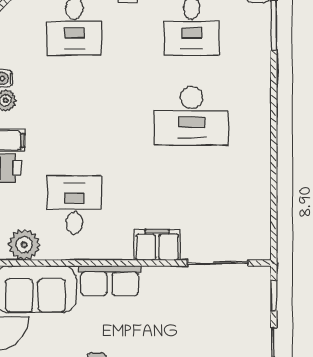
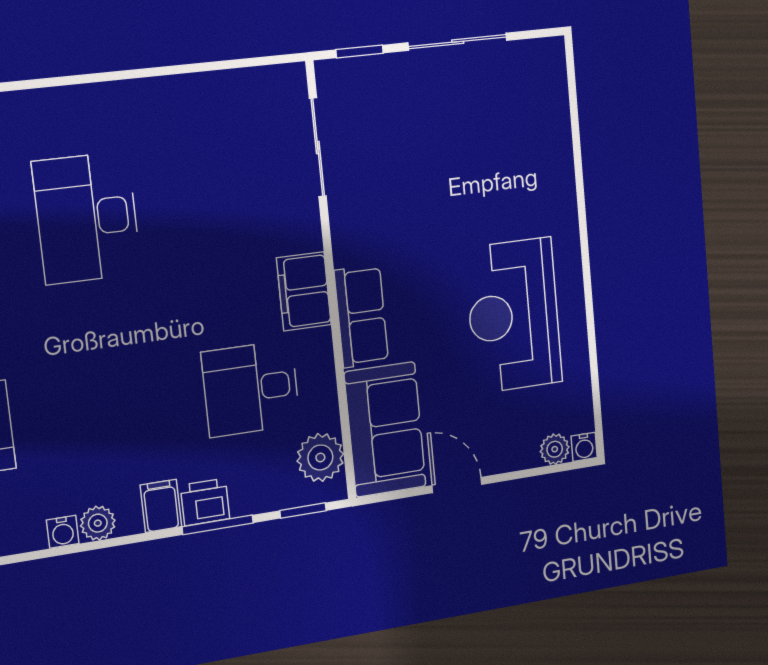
desk: (192, 115) -> (87, 218), turned 180
filing cabinet: (157, 245) -> (304, 291), moved

